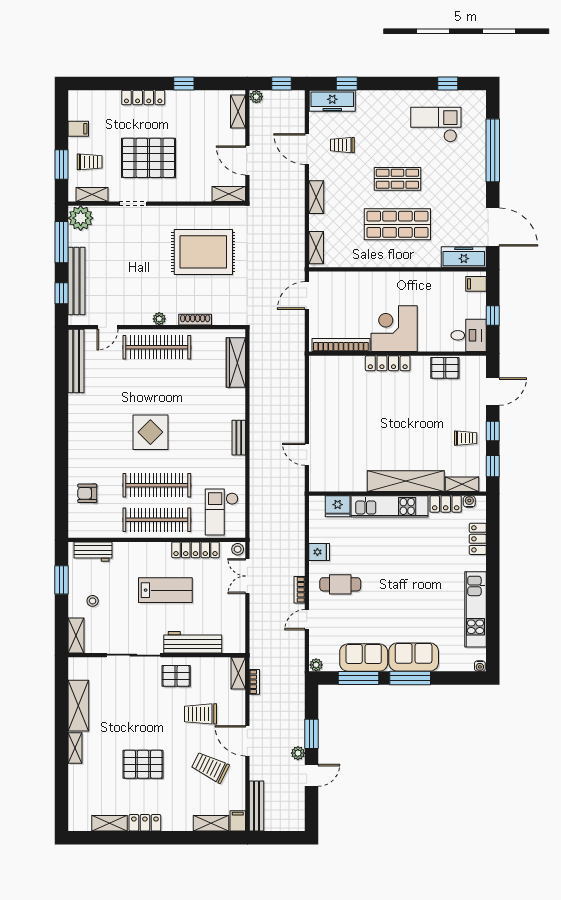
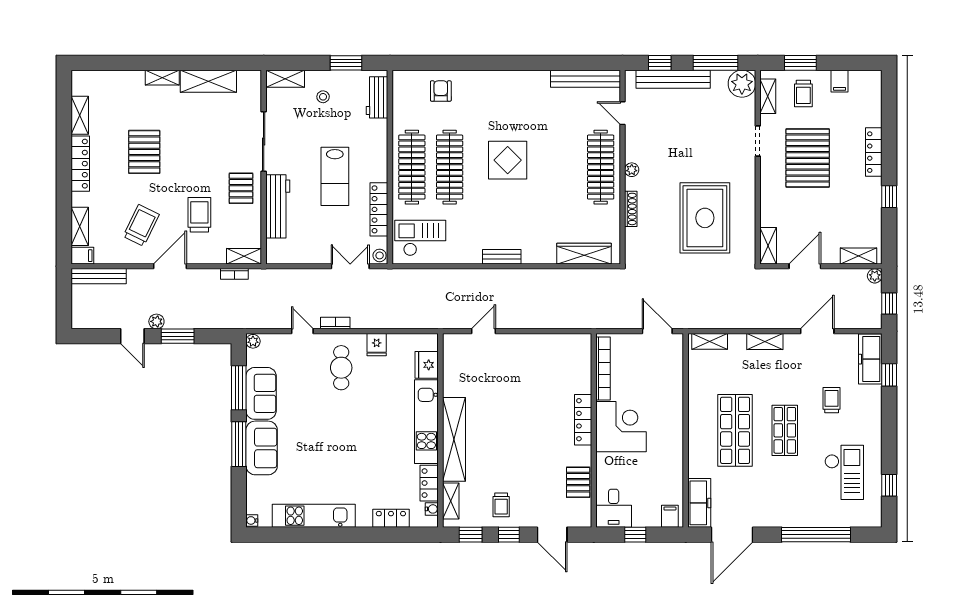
trolley: (342, 145) -> (832, 400), moved
locker: (145, 823) -> (80, 164), width x1.53

